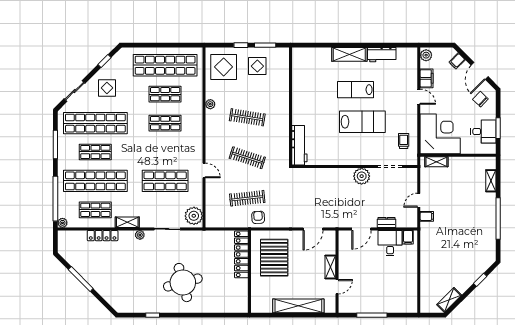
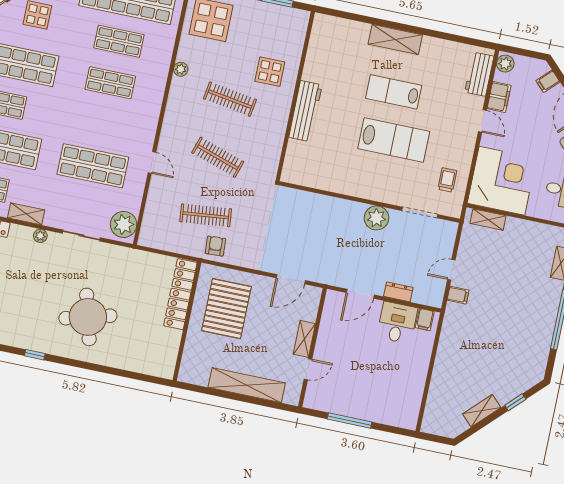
workbench: (382, 55) -> (479, 74), moved, turned 90
display table: (257, 66) -> (270, 72), moved
workbench: (299, 145) -> (305, 111), moved
shelving: (449, 300) -> (482, 411), moved

